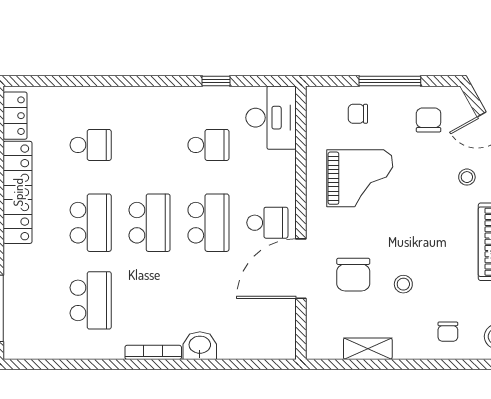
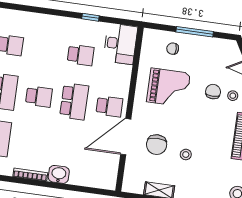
chair: (429, 120) -> (213, 92), moved
school desk: (150, 223) -> (39, 97), width x0.54
chair: (448, 332) -> (208, 187), removed

